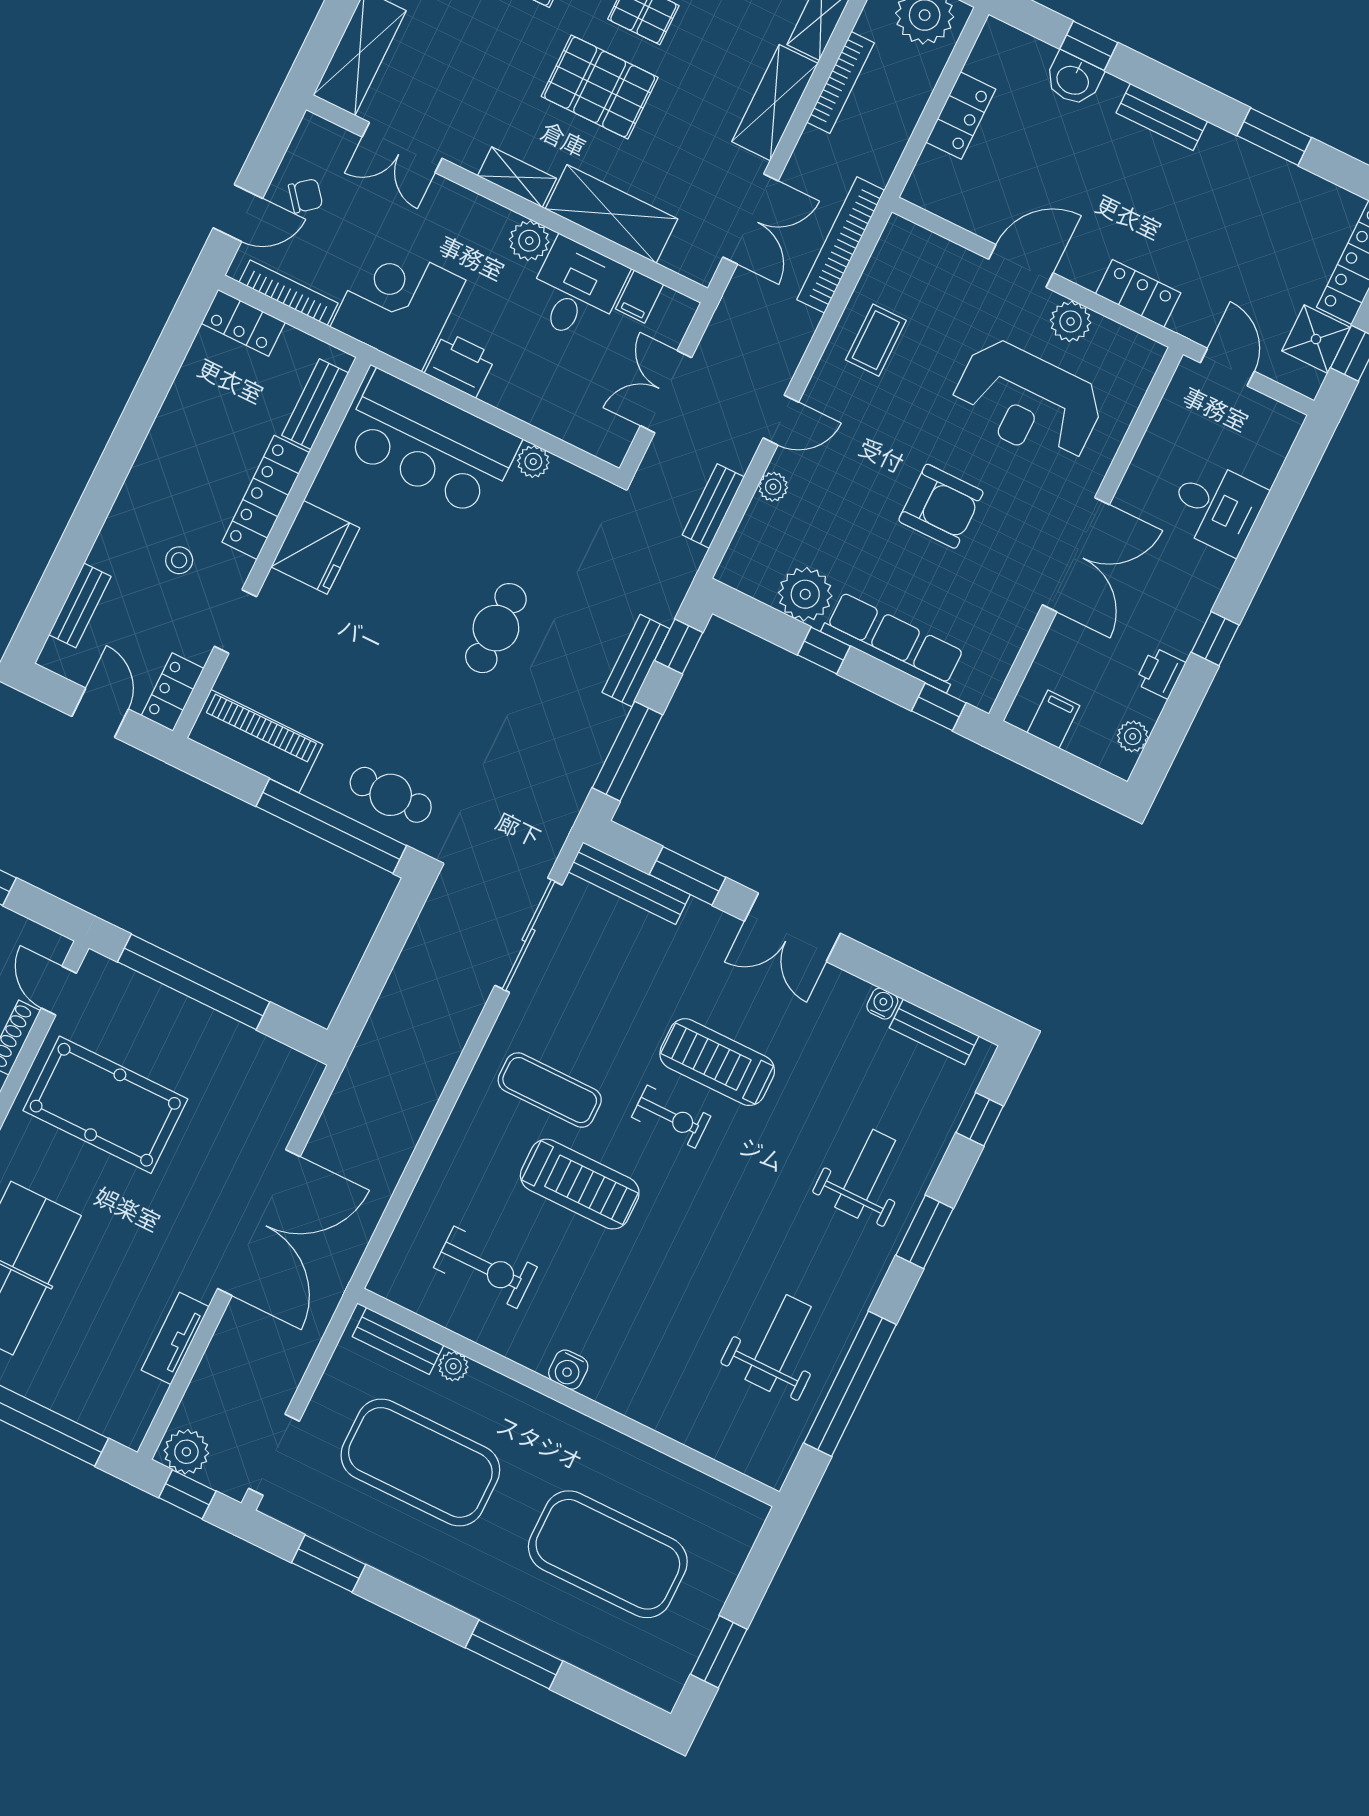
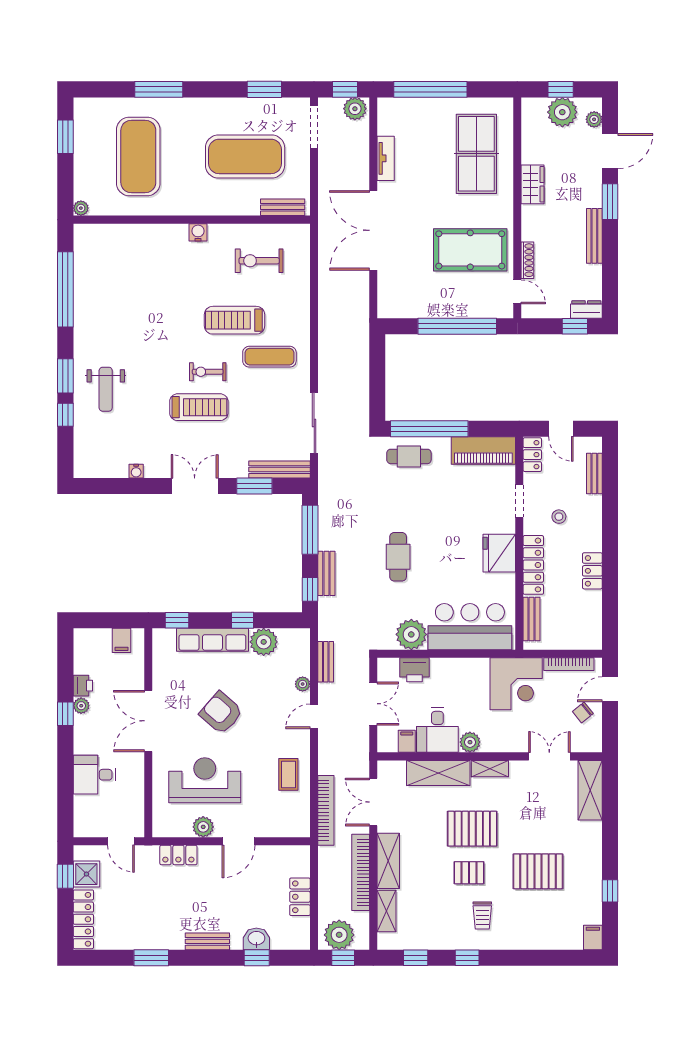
bookcase: (840, 83) -> (361, 872), width x1.48, depth x1.31
locker: (243, 323) -> (592, 571), moved, turned -90
printer: (460, 364) -> (414, 670), moved
plant: (533, 462) -> (411, 634), width x1.87, depth x1.87
armchair: (941, 506) -> (221, 713), turned 41
plant: (1133, 736) -> (81, 706), moved
bench: (934, 1032) -> (106, 470), removed
window: (980, 1119) -> (65, 415), moved
weight bench: (778, 1343) -> (108, 292), removed
plant: (453, 1366) -> (81, 208), moved
exercise mat: (608, 1554) -> (138, 156), turned 90

